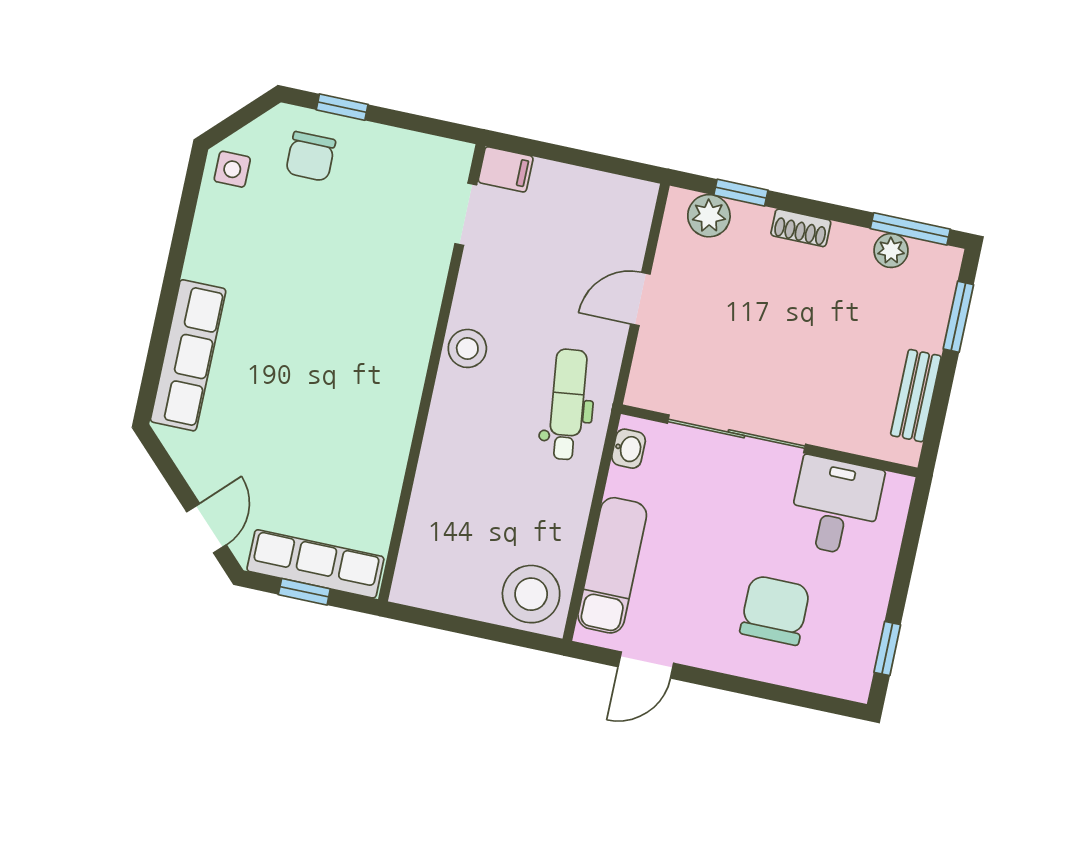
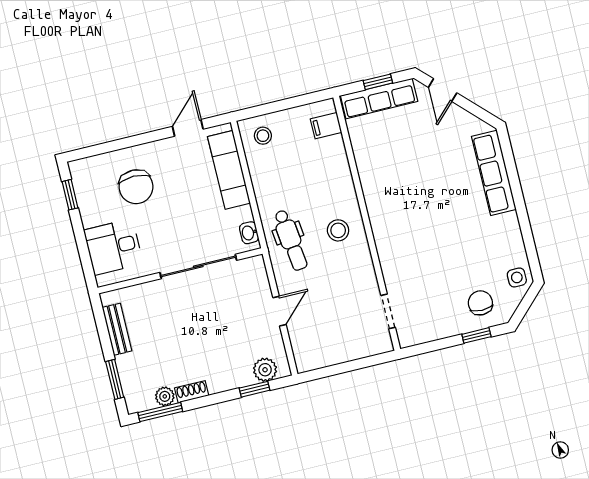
filing cabinet: (506, 169) -> (326, 126), moved
shoe rack: (801, 228) -> (192, 392), moved
stool: (467, 348) -> (338, 230), moved
desk: (836, 506) -> (113, 247), moved, turned 90
stool: (531, 594) -> (263, 136), width x0.53, depth x0.53

